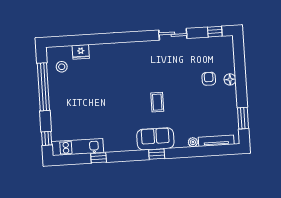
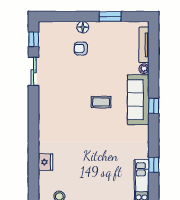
sliding door: (173, 34) -> (34, 71), moved
fridge: (81, 52) -> (46, 162), moved
window: (243, 118) -> (110, 16), moved
sofa: (155, 139) -> (138, 100), width x1.36

